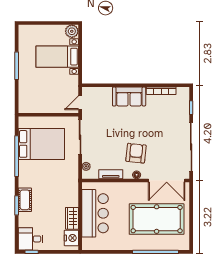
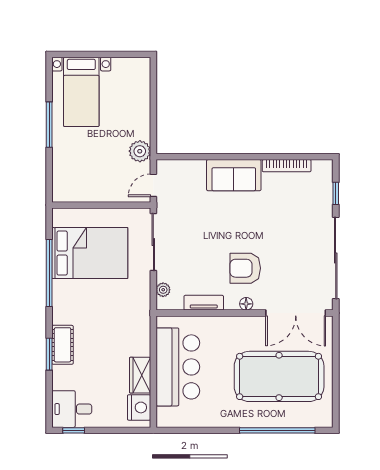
plant: (72, 31) -> (140, 151), moved
bed with nightstands: (57, 57) -> (81, 92), moved, turned -90
armchair: (136, 153) -> (245, 268), turned -96

